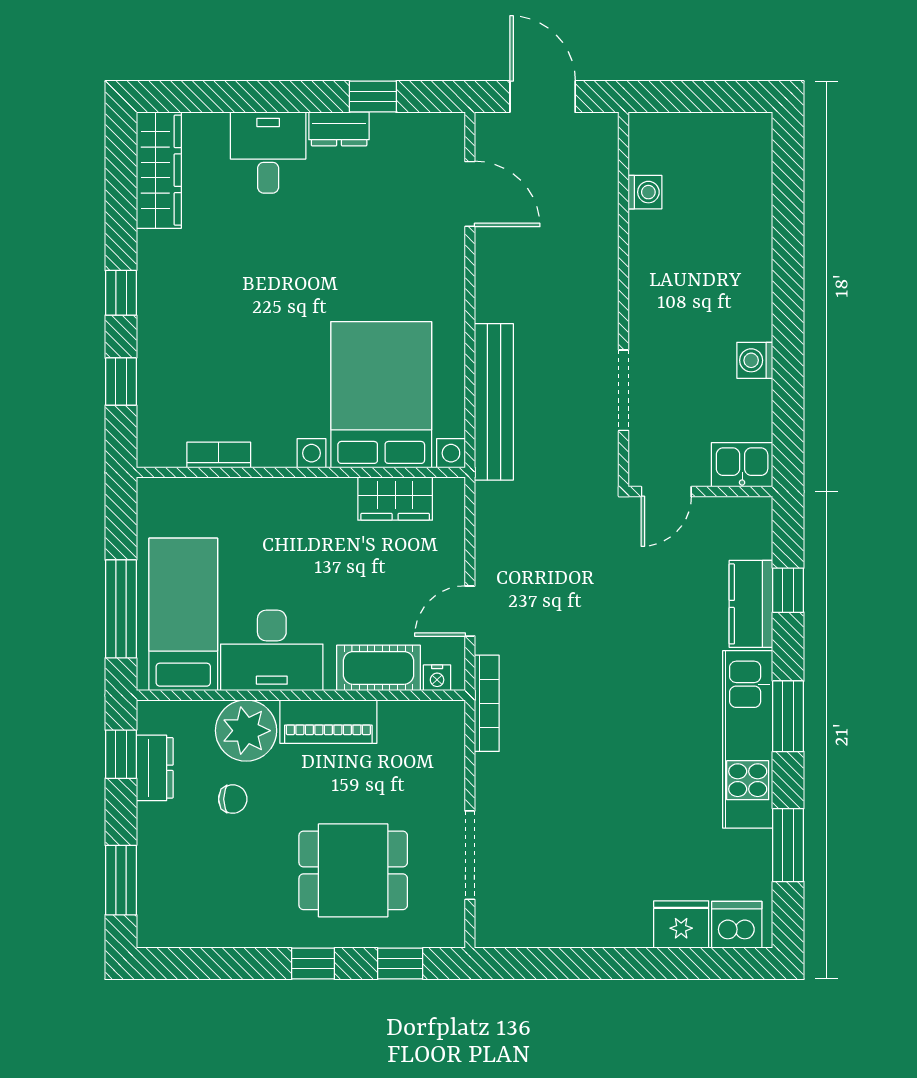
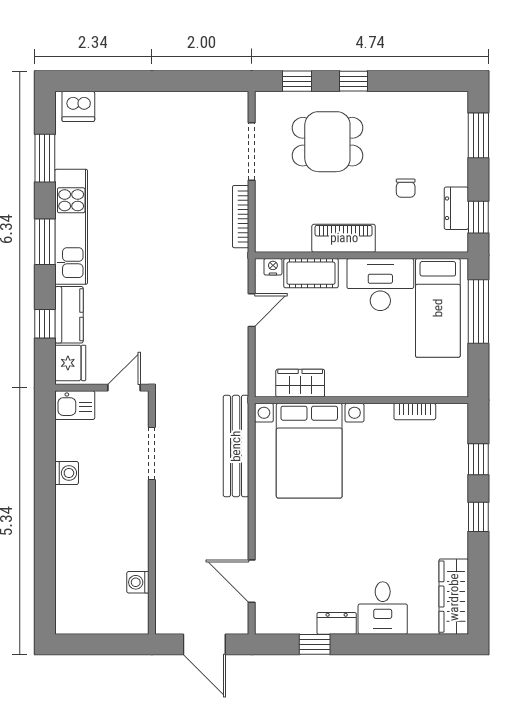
bookcase: (487, 703) -> (241, 217), moved
plant: (246, 731) -> (397, 233), removed
chair: (233, 799) -> (406, 188), turned -90
fridge: (681, 924) -> (70, 363), moved, turned -90

